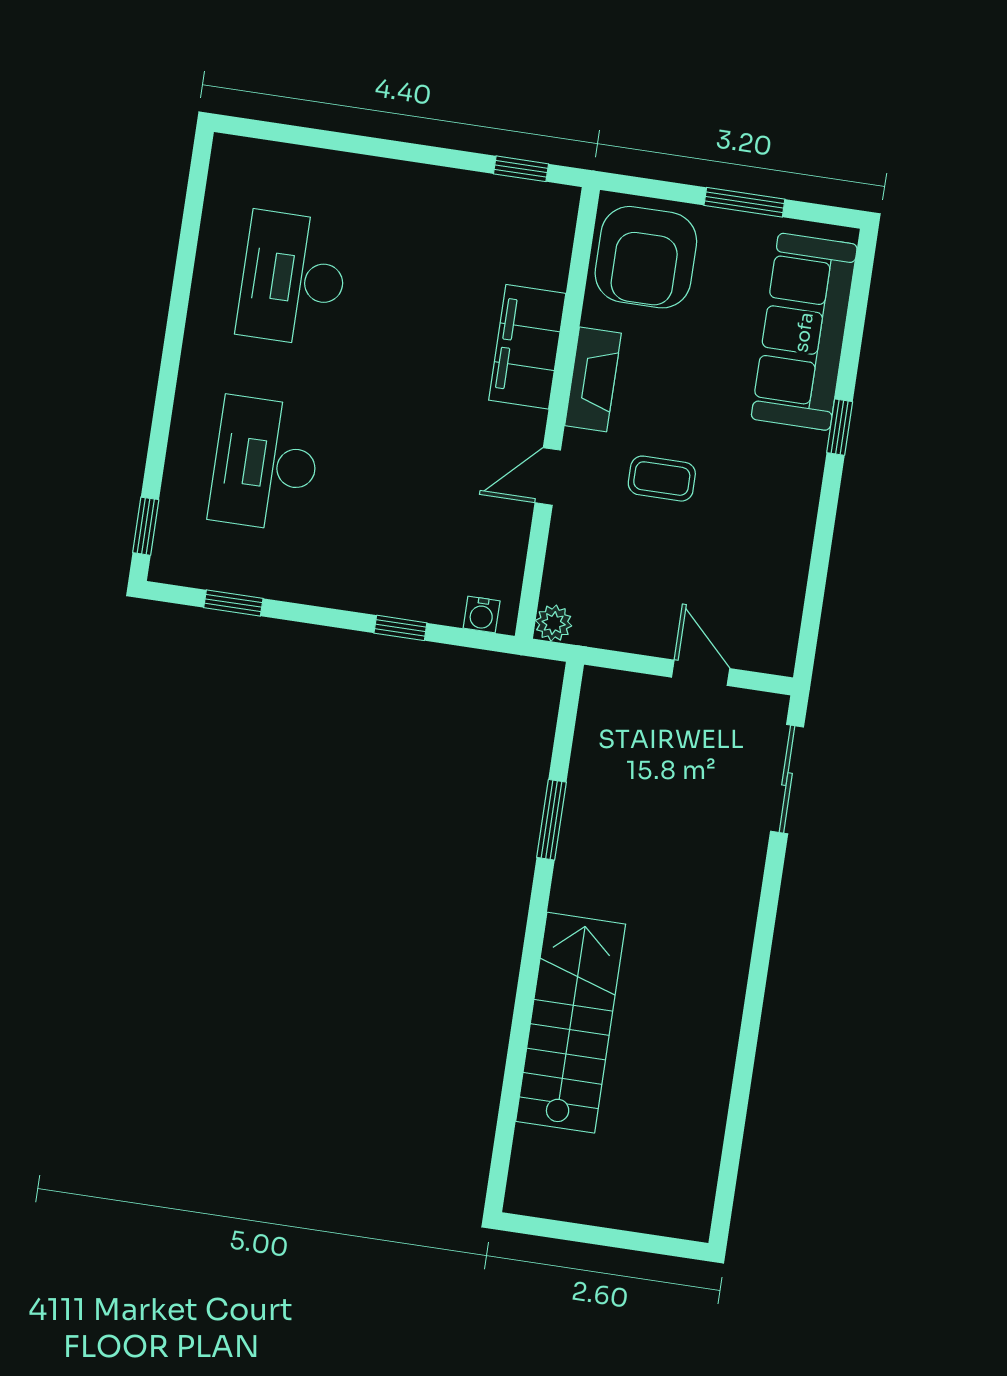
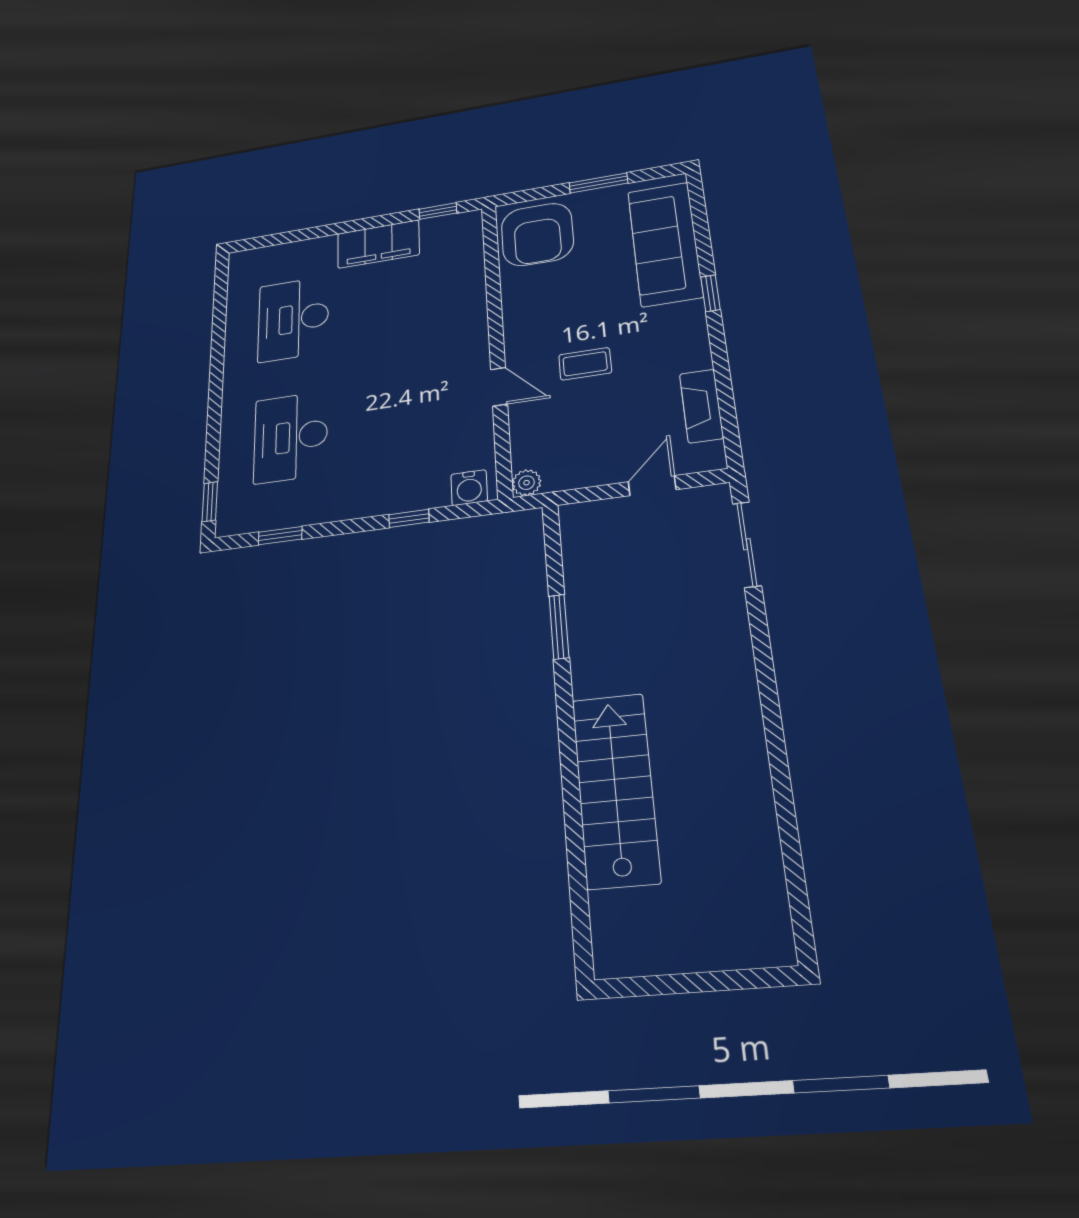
filing cabinet: (527, 347) -> (378, 244), moved, turned -90
fireplace: (593, 379) -> (701, 406), moved, turned 180
door: (548, 476) -> (499, 387), swing flipped
water cooler: (482, 615) -> (469, 488), width x1.38, depth x1.38
door: (701, 673) -> (652, 486), hinge flipped

